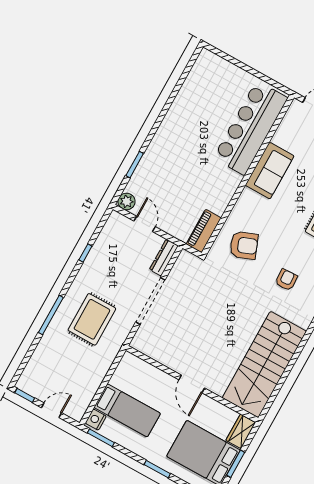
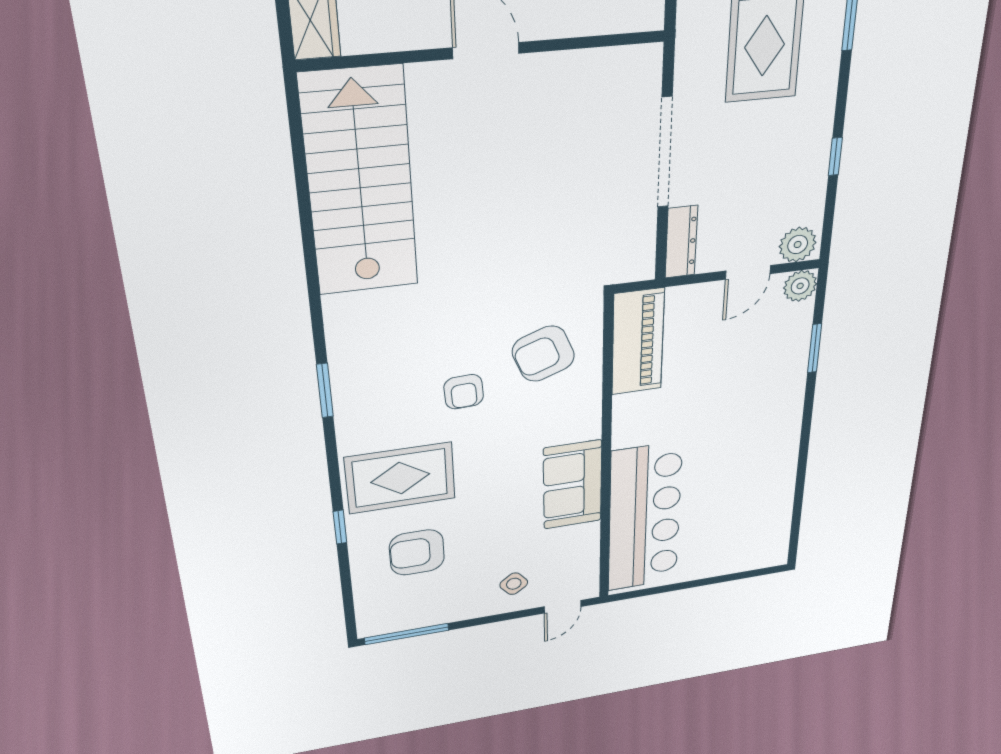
plant: (119, 223) -> (798, 245), added
door: (145, 224) -> (748, 272), hinge flipped
piano: (204, 231) -> (638, 342), width x1.37, depth x1.33
armchair: (286, 280) -> (464, 392), moved

